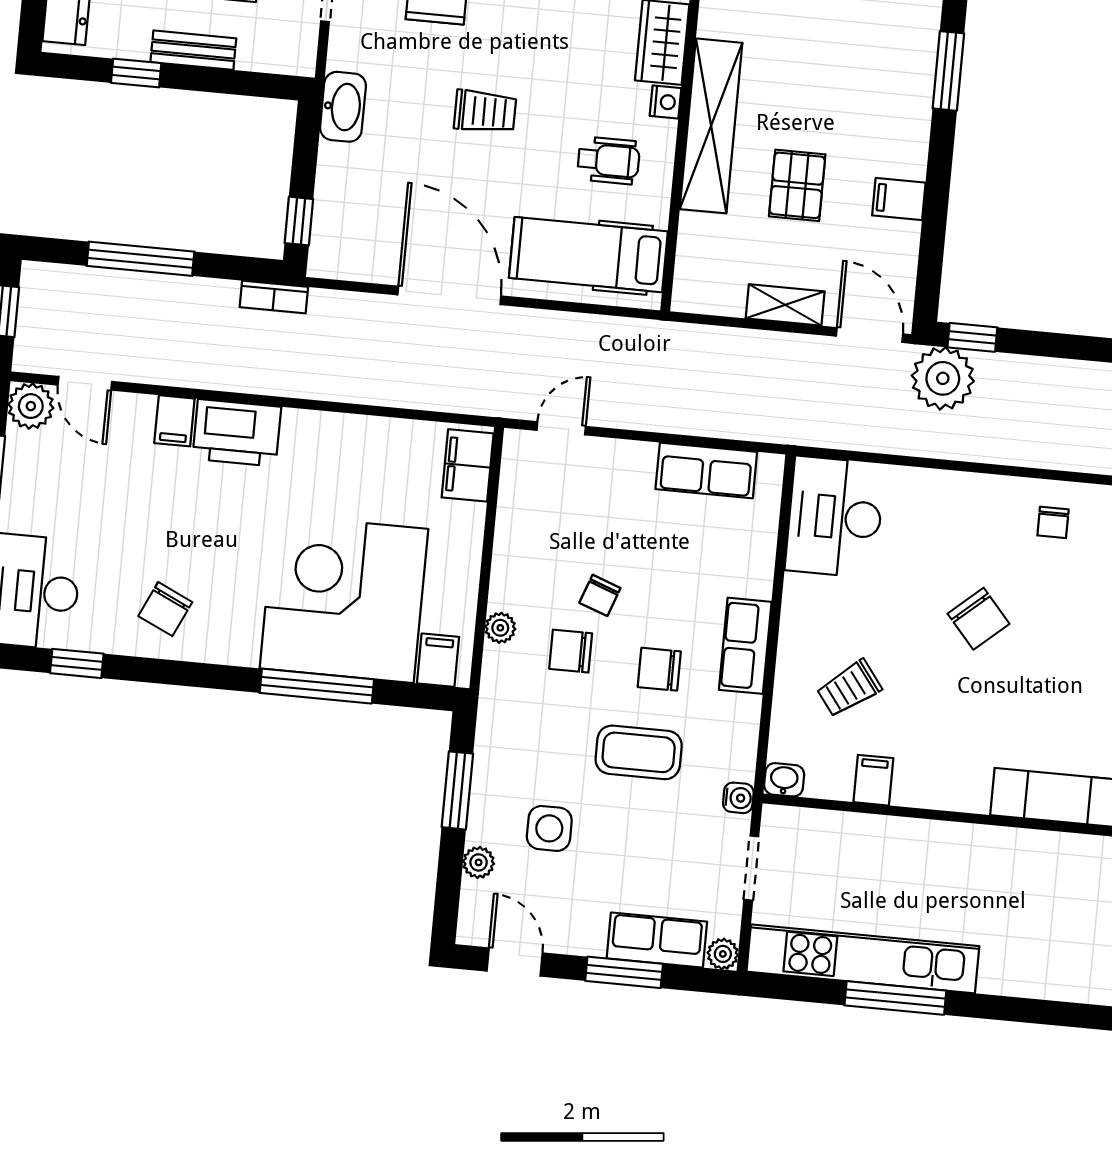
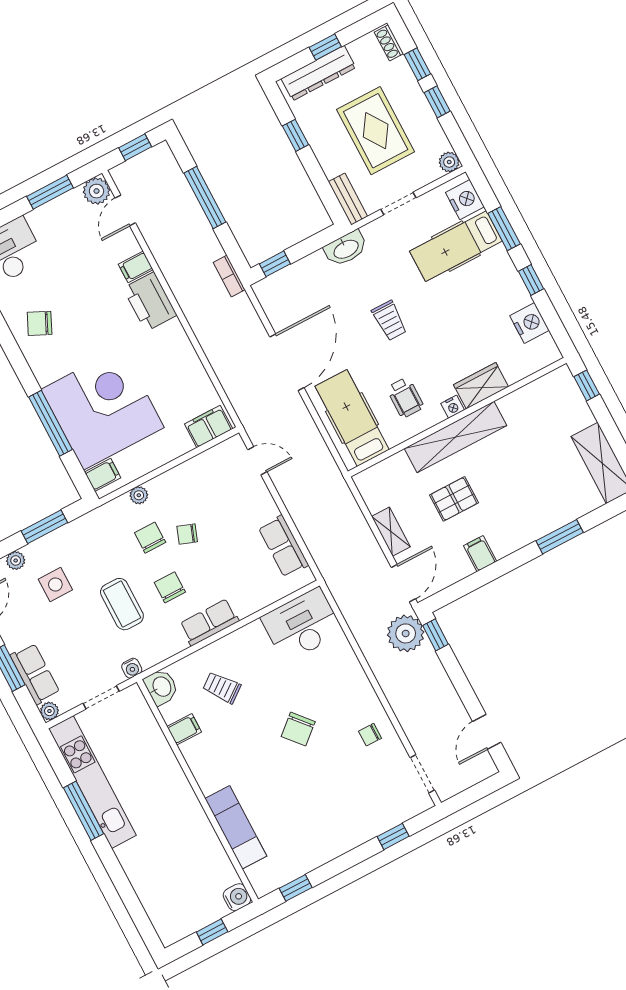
bench: (193, 50) -> (348, 199), moved
washbasin: (784, 780) -> (161, 687), width x1.38, depth x1.45

